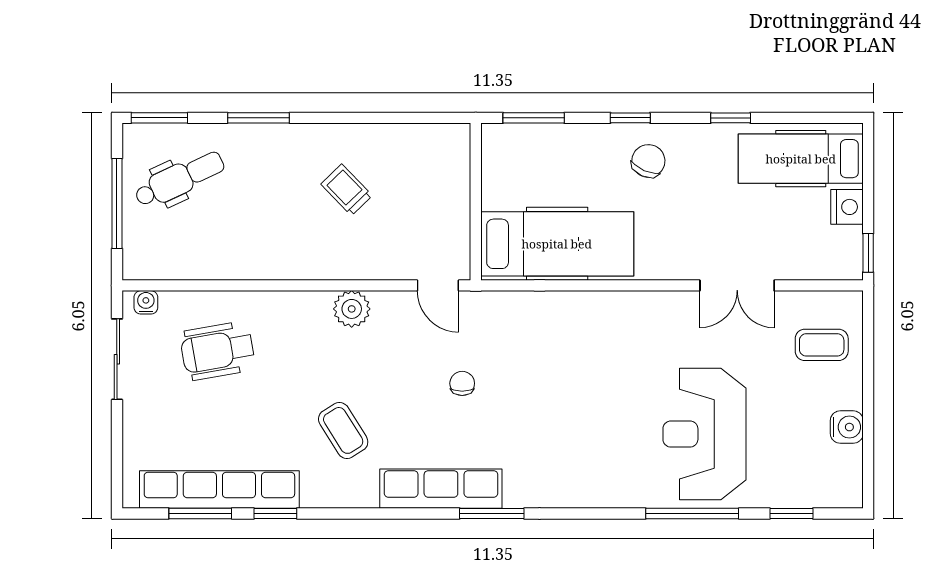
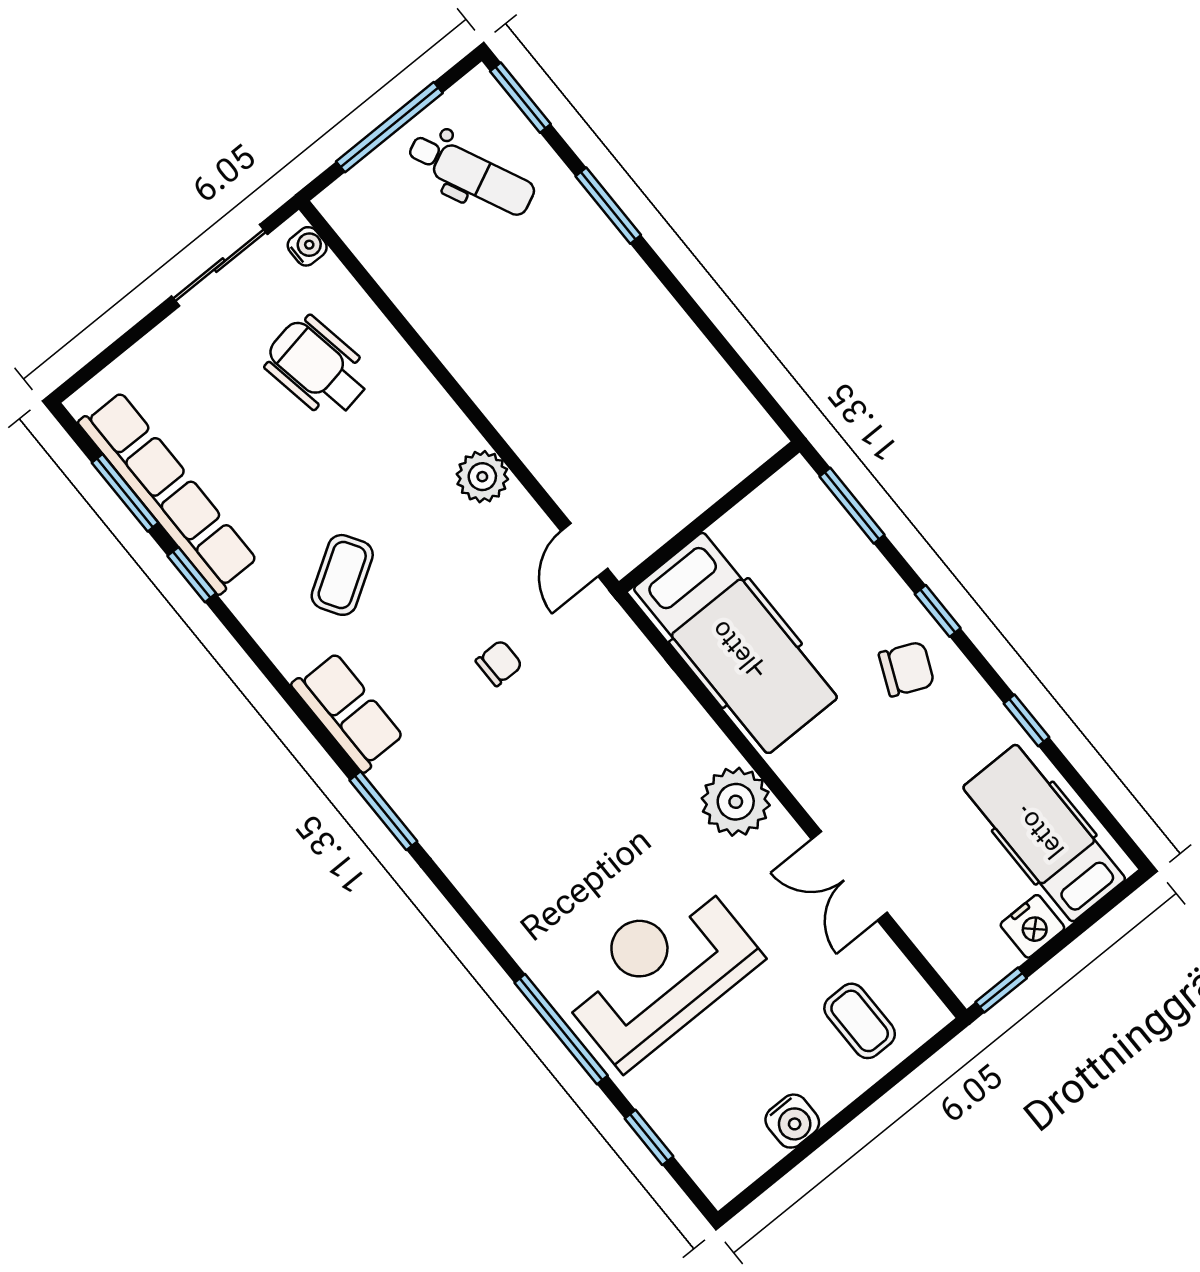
trolley: (347, 190) -> (608, 365), removed
plant: (645, 315) -> (736, 802), added
row of seats: (441, 489) -> (348, 712), width x0.68

